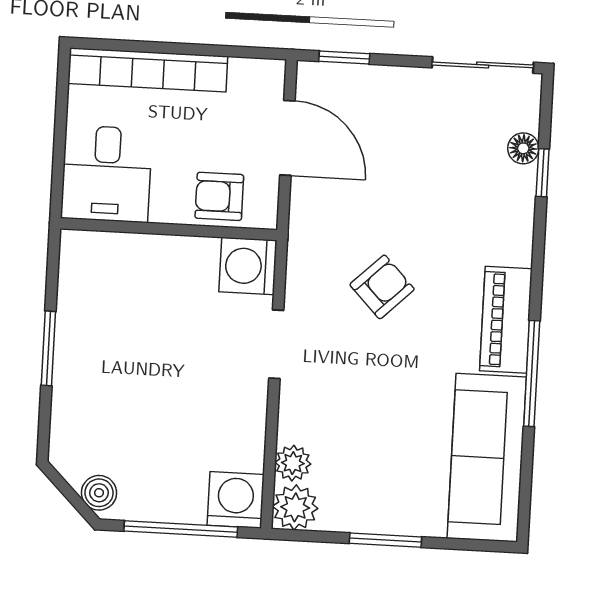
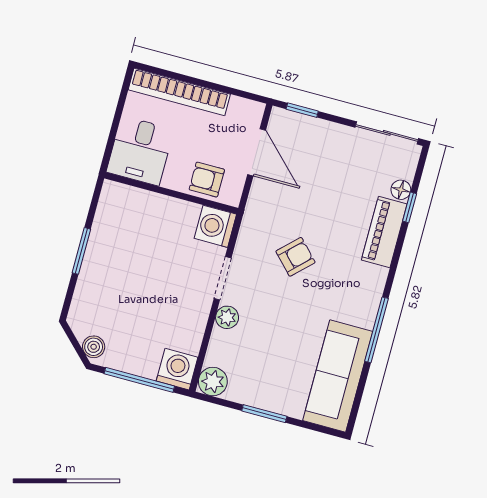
piano: (506, 320) -> (384, 232), moved
plant: (293, 463) -> (227, 317), moved

